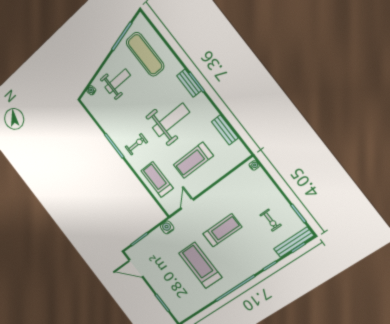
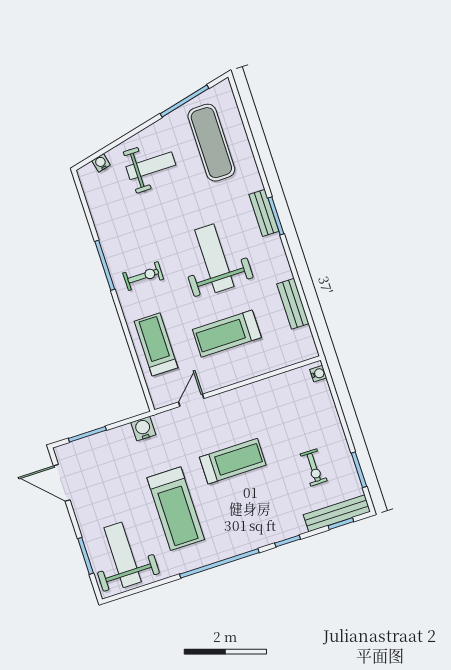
weight bench: (171, 120) -> (214, 258), turned -90
treadmill: (200, 265) -> (176, 509), turned 180
weight bench: (181, 297) -> (123, 555), added

